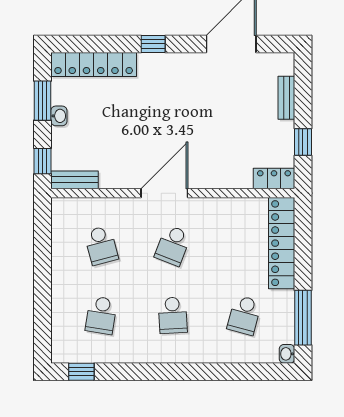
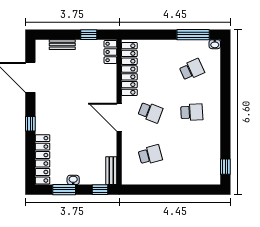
locker: (282, 243) -> (129, 69), moved, turned -90
school desk: (101, 315) -> (192, 155), removed
school desk: (244, 315) -> (192, 70), turned -39

